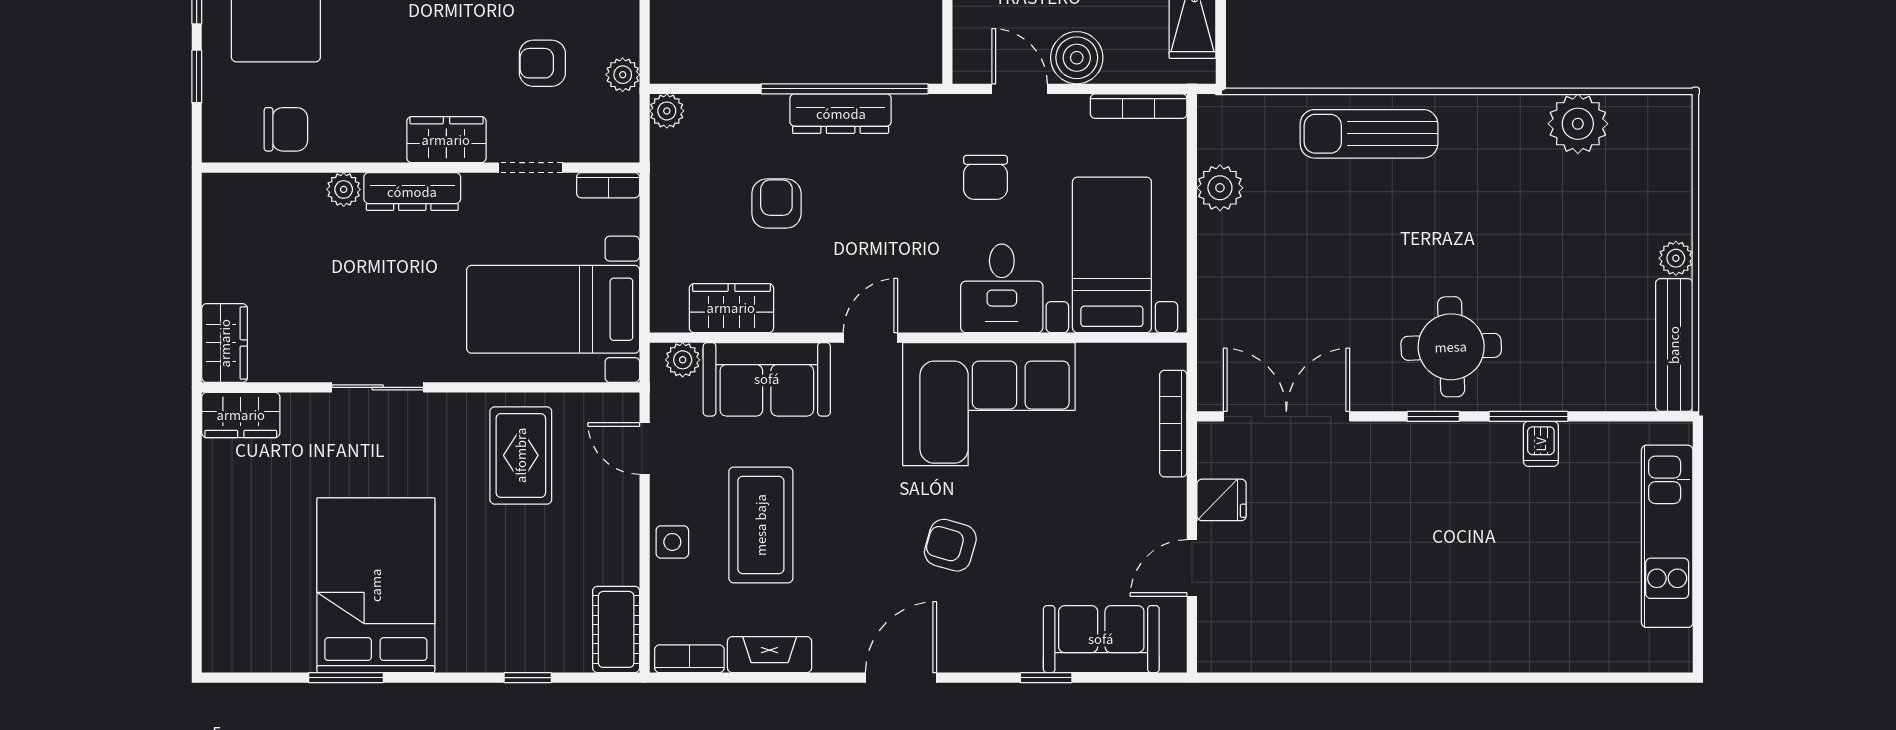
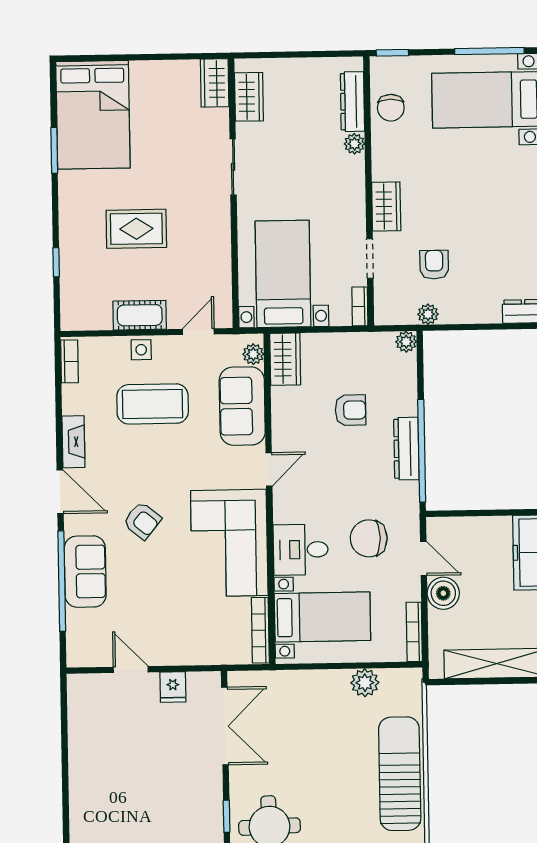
window: (197, 76) -> (392, 53), moved
door: (1020, 89) -> (424, 558), hinge flipped
sun lounger: (1369, 134) -> (400, 774), width x1.36, depth x1.34
chair: (985, 177) -> (369, 538), width x1.37, depth x1.37
dresser: (412, 192) -> (352, 102), moved
wardrobe: (731, 308) -> (285, 359), moved
door: (870, 338) -> (269, 469), hinge flipped
wardrobe: (225, 343) -> (249, 97), moved, turned -90
bookcase: (1173, 424) -> (260, 630), moved, turned -90
rug: (521, 455) -> (136, 229), moved
armchair: (950, 545) -> (142, 521), turned 113
bed: (376, 585) -> (93, 115), moved, turned 90
cot: (616, 629) -> (140, 315), moved
sofa: (1101, 639) -> (85, 572), moved
fireplace: (770, 655) -> (73, 442), moved
window: (1046, 678) -> (62, 581), width x3.17

